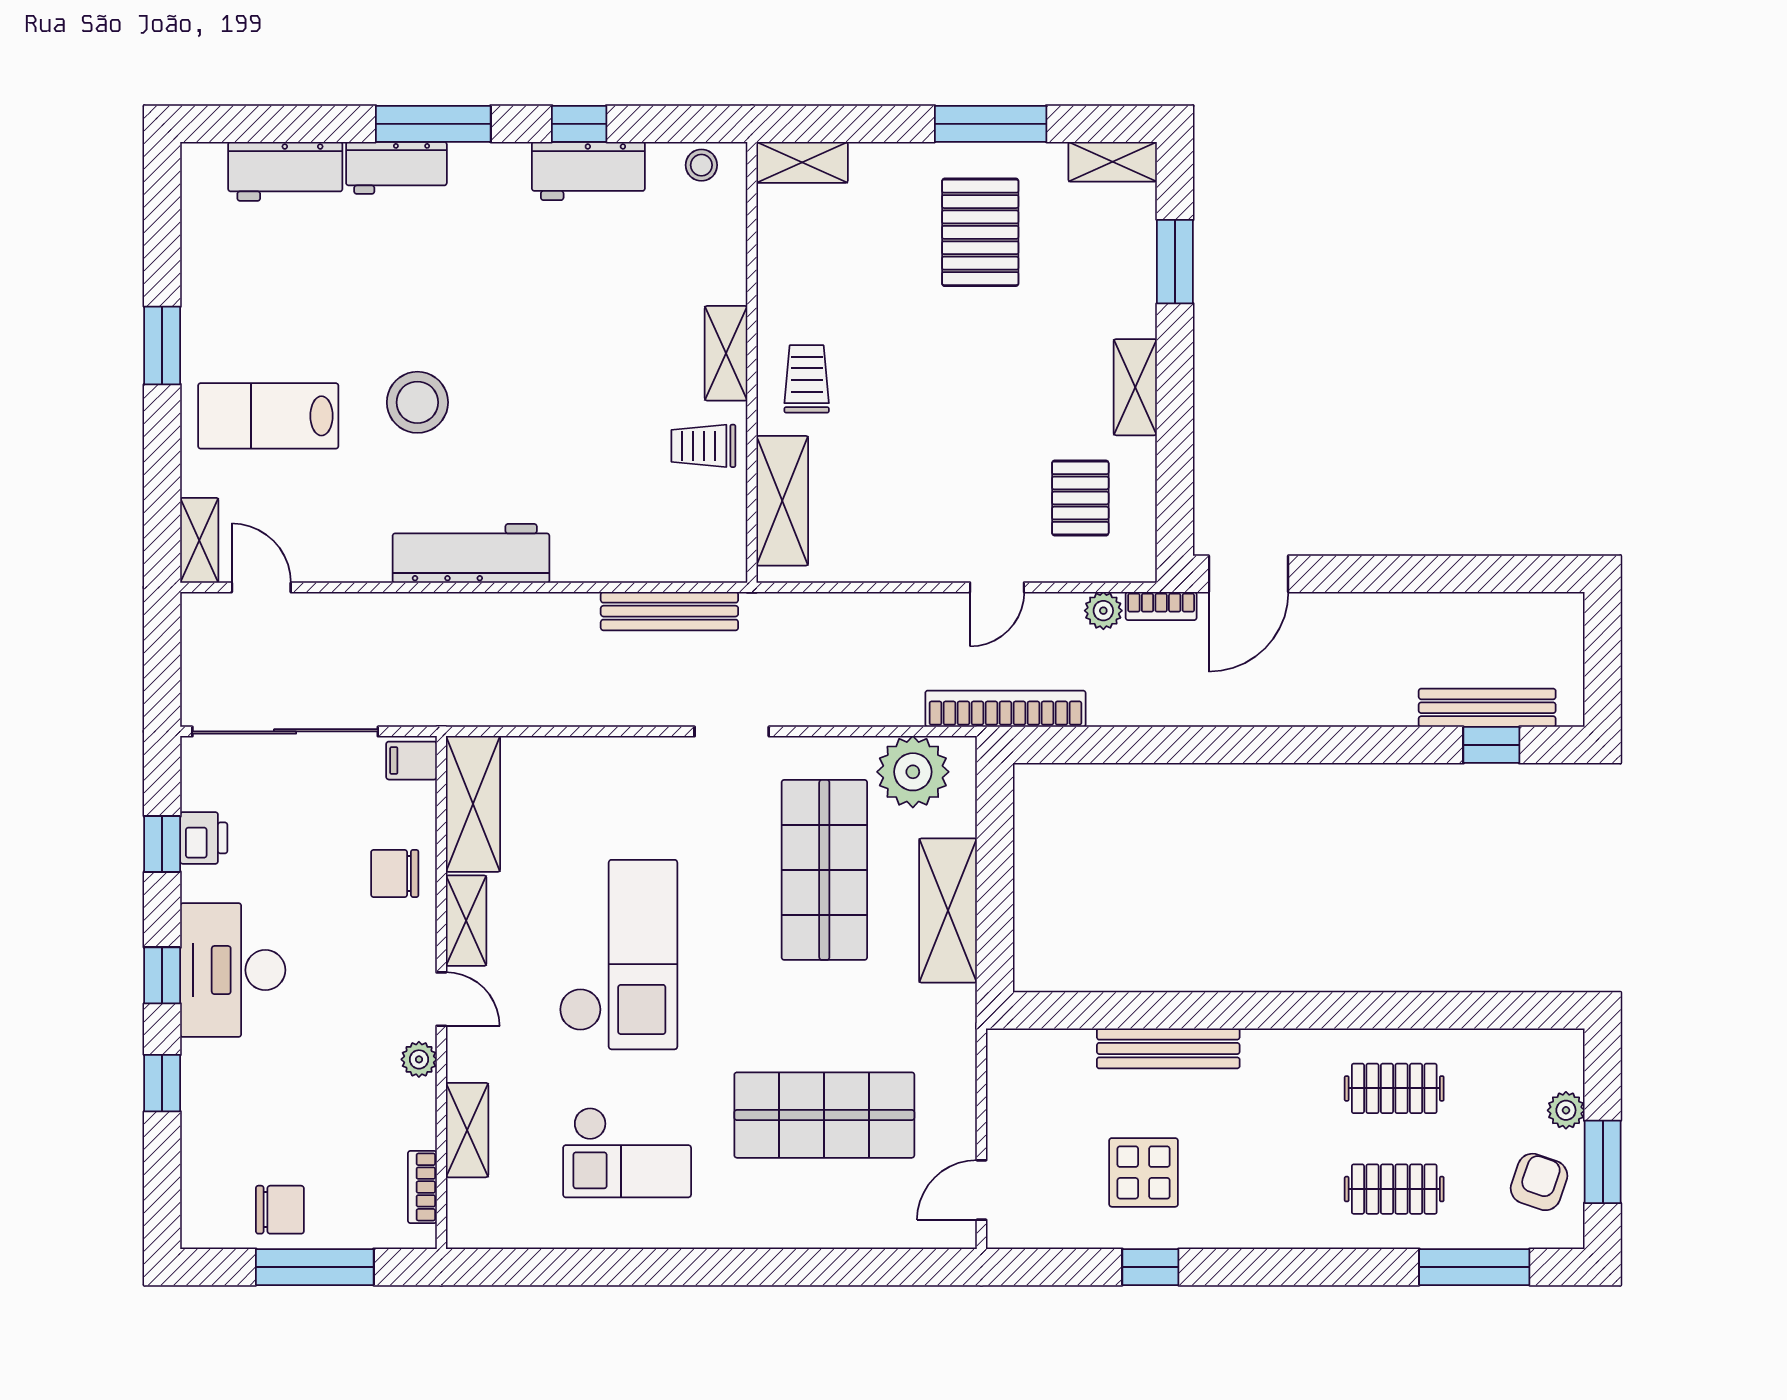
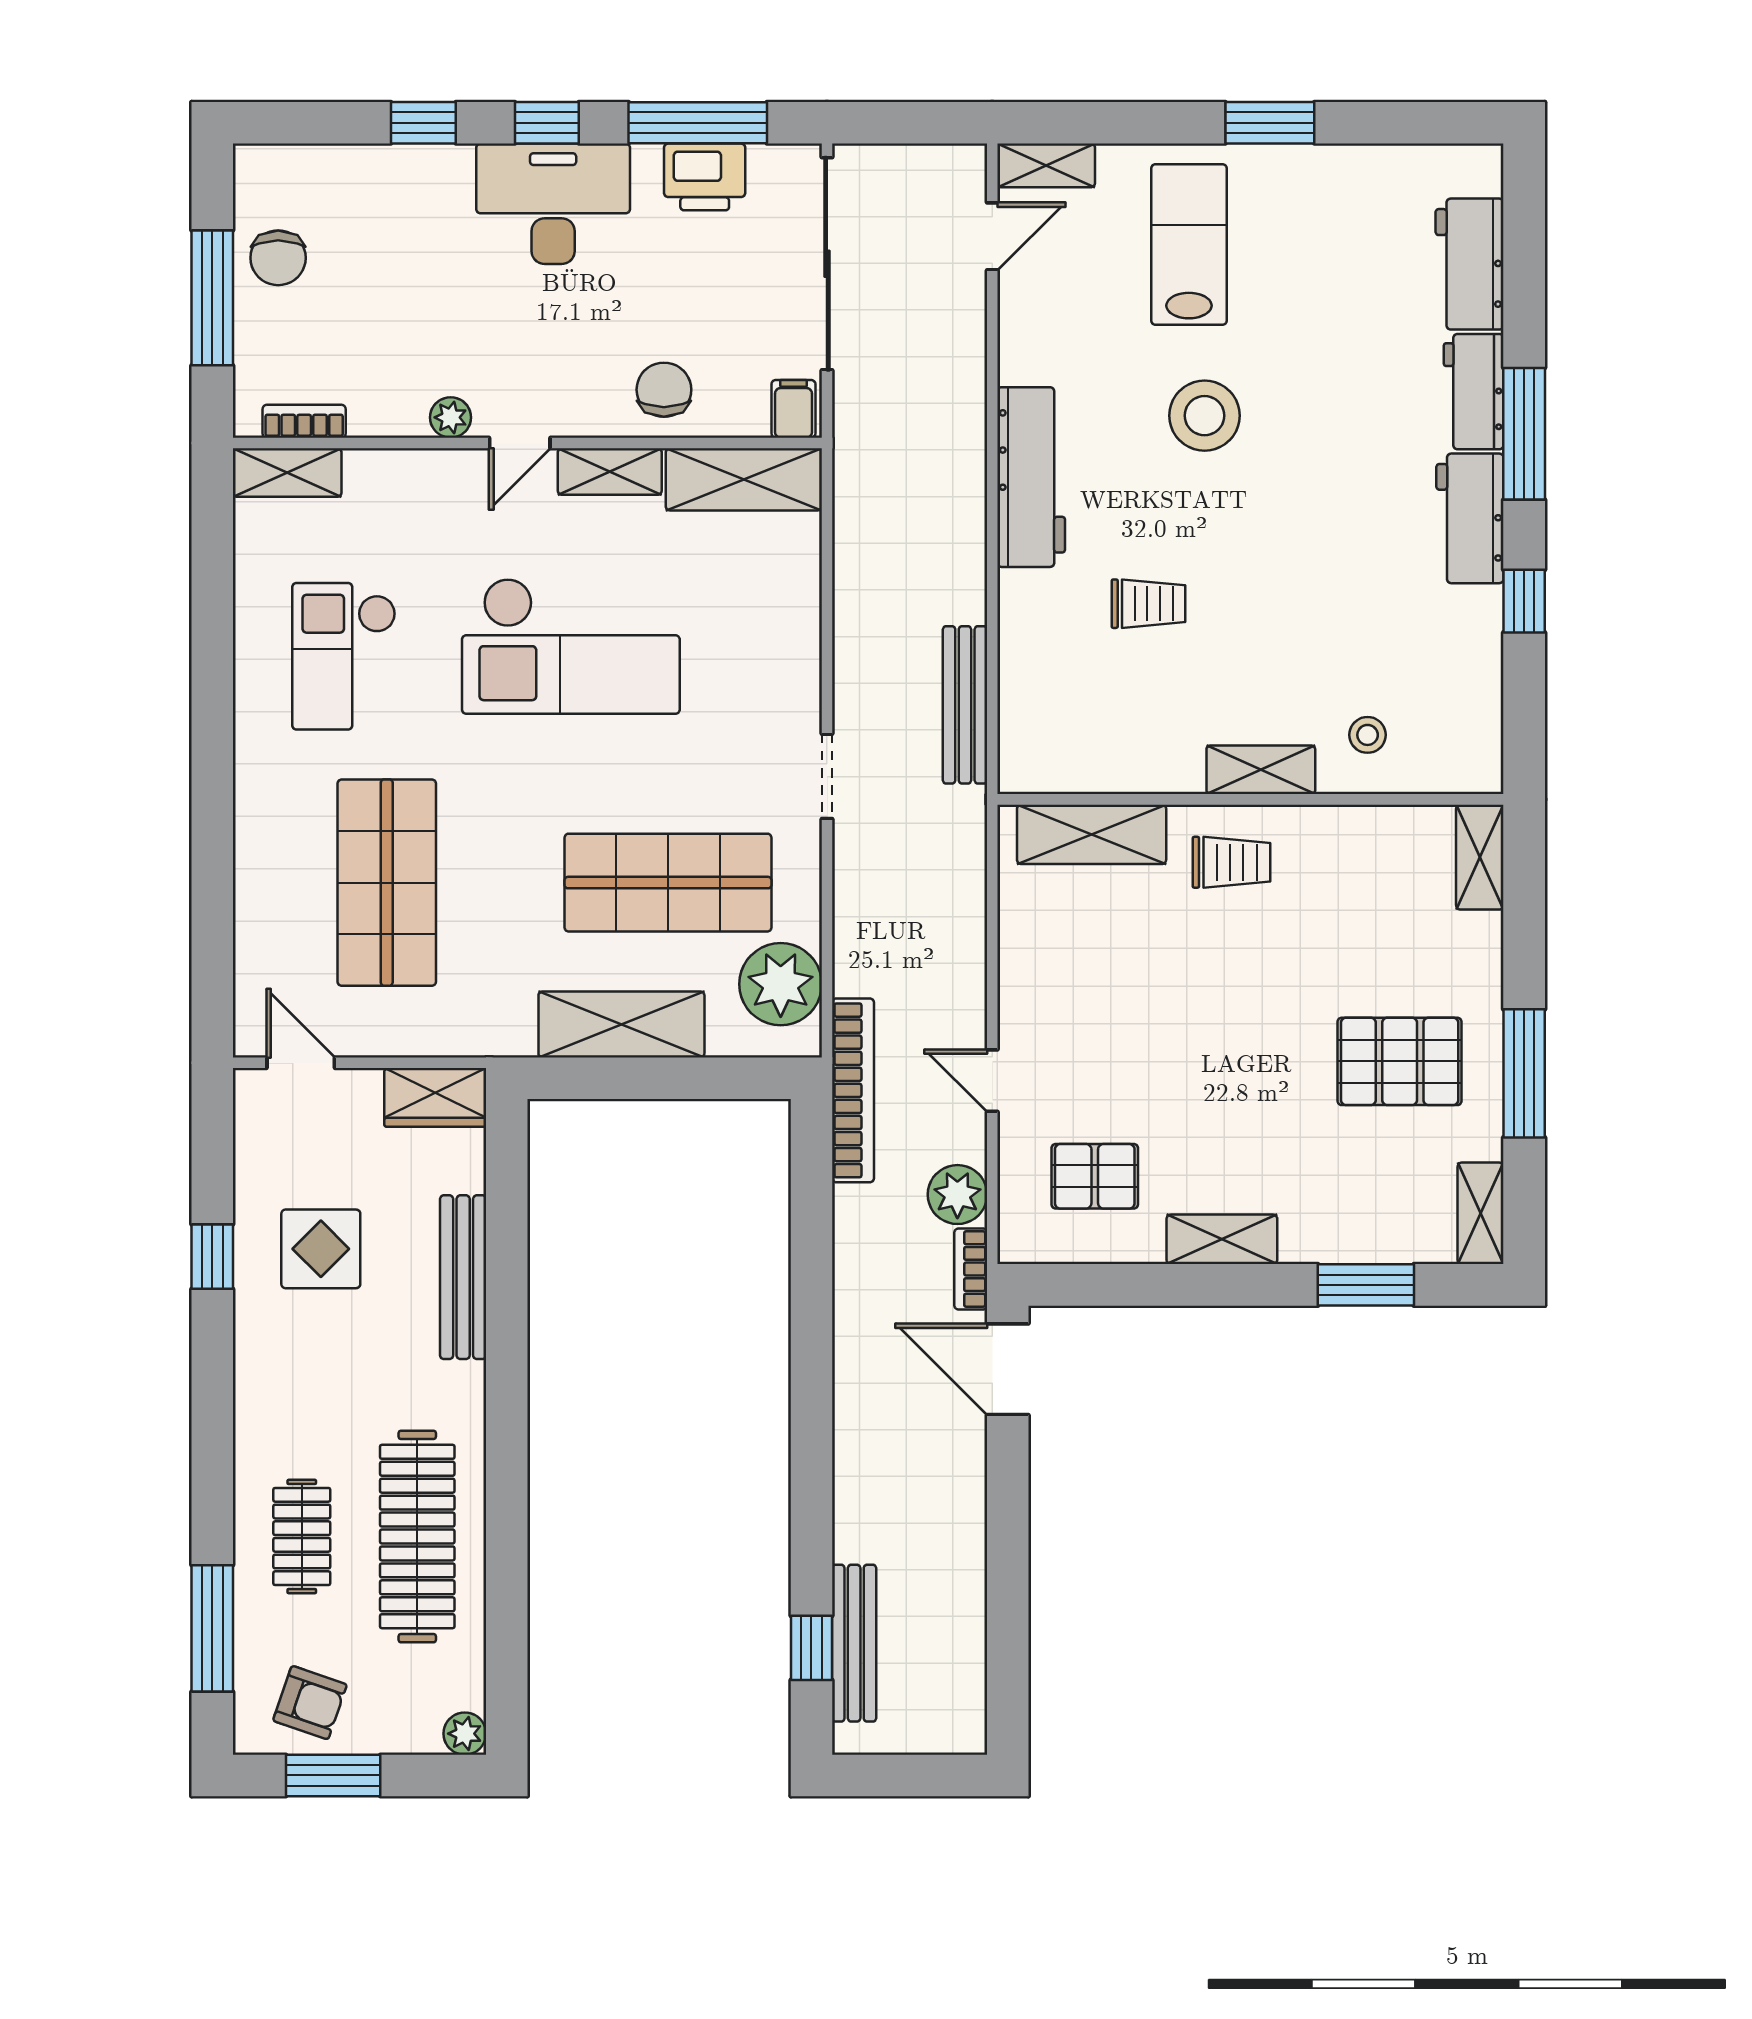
stool: (701, 165) -> (1368, 735), moved
workbench: (588, 171) -> (1470, 518), moved
trolley: (703, 446) -> (1148, 604), moved, turned 90
plant: (1103, 611) -> (957, 1195), width x1.38, depth x1.38
printer: (204, 838) -> (705, 177), width x1.36, depth x1.24
window: (162, 844) -> (698, 123), width x2.17
wardrobe: (1012, 1073) -> (435, 1097), added
clothes rail: (1394, 1088) -> (417, 1537), width x1.86, depth x1.31
plant: (1566, 1110) -> (465, 1734), moved
shelving: (467, 1130) -> (287, 473), moved

